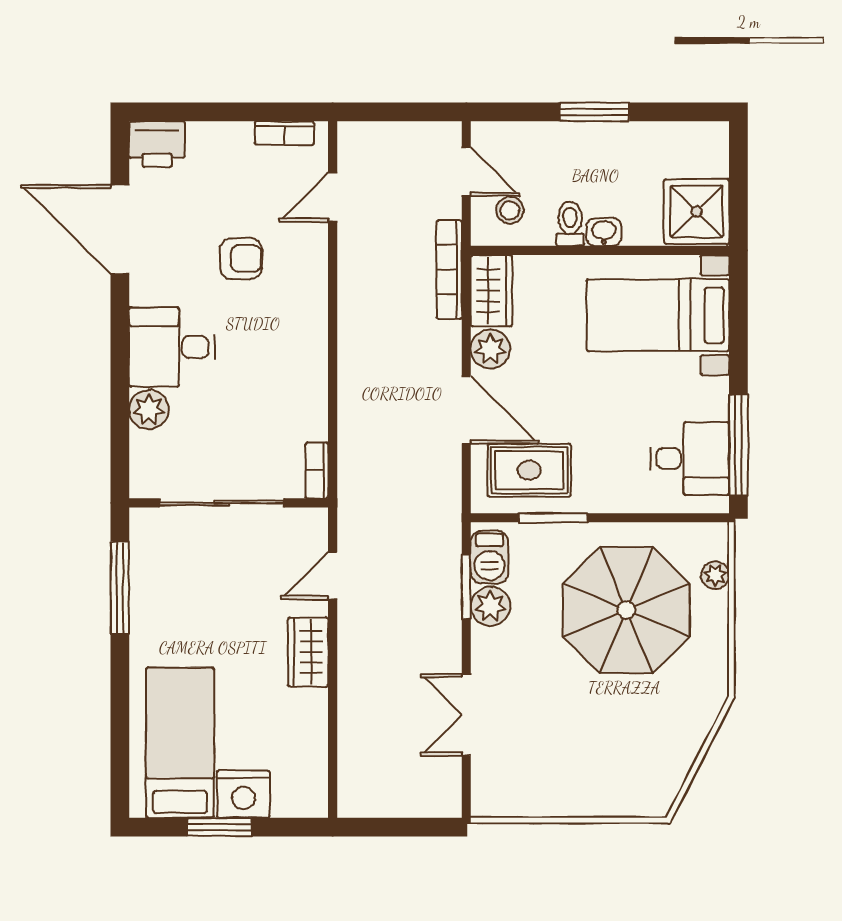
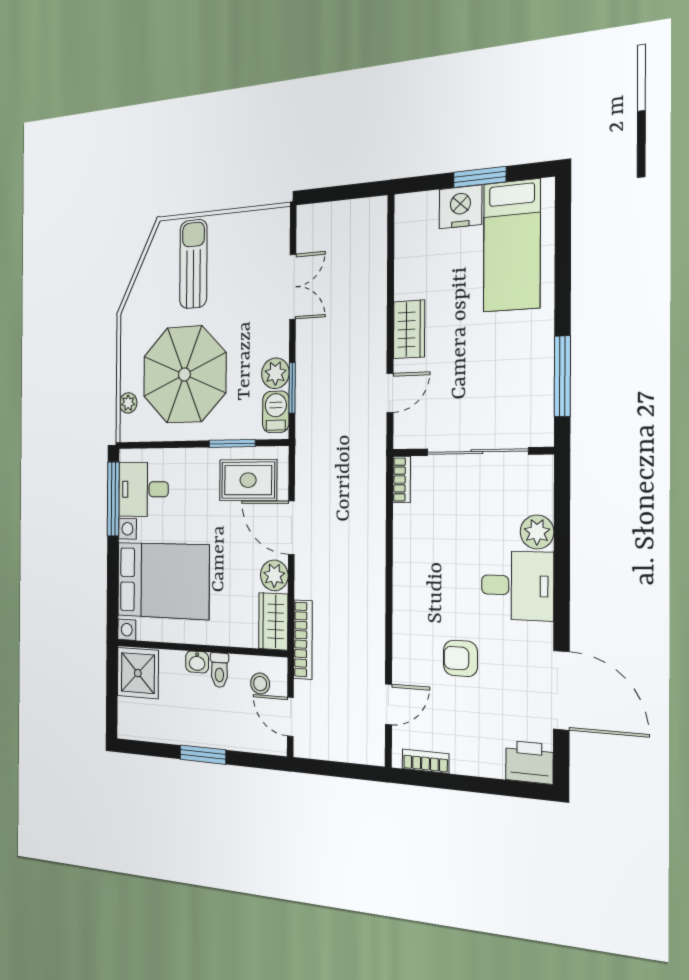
bed with nightstands: (658, 315) -> (163, 581), width x1.36
sun lounger: (614, 755) -> (193, 264), added

